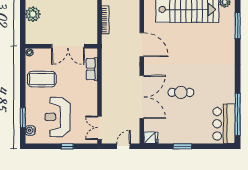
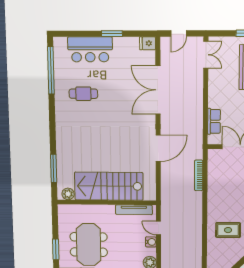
door: (142, 45) -> (158, 148), swing flipped
cafe table: (181, 92) -> (83, 94), moved
bar counter: (224, 124) -> (90, 49), moved, turned 90

